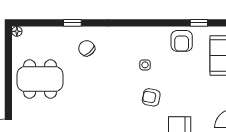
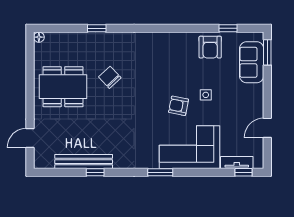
chair: (87, 48) -> (110, 77), moved
side table: (145, 65) -> (206, 95), moved

